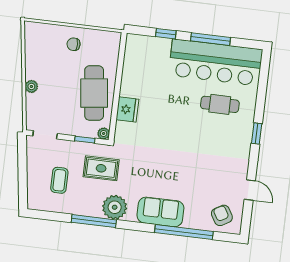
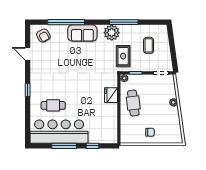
cafe table: (94, 93) -> (133, 103), width x0.73, depth x0.74
rug: (101, 168) -> (123, 56), turned 90

